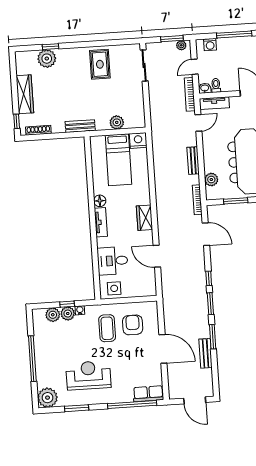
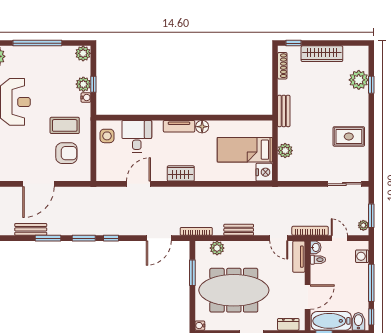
plant: (53, 315) -> (83, 53), moved

